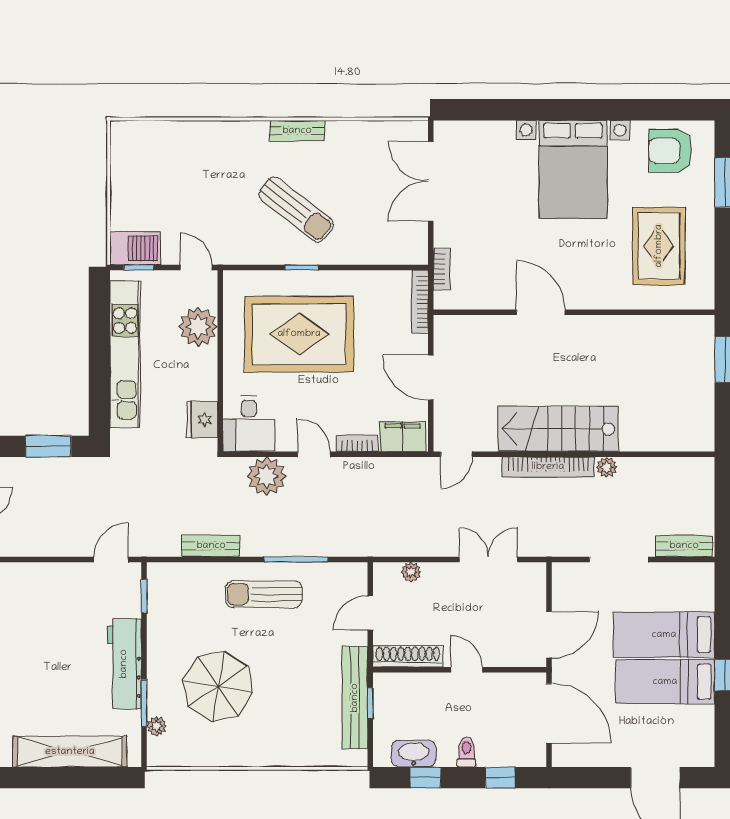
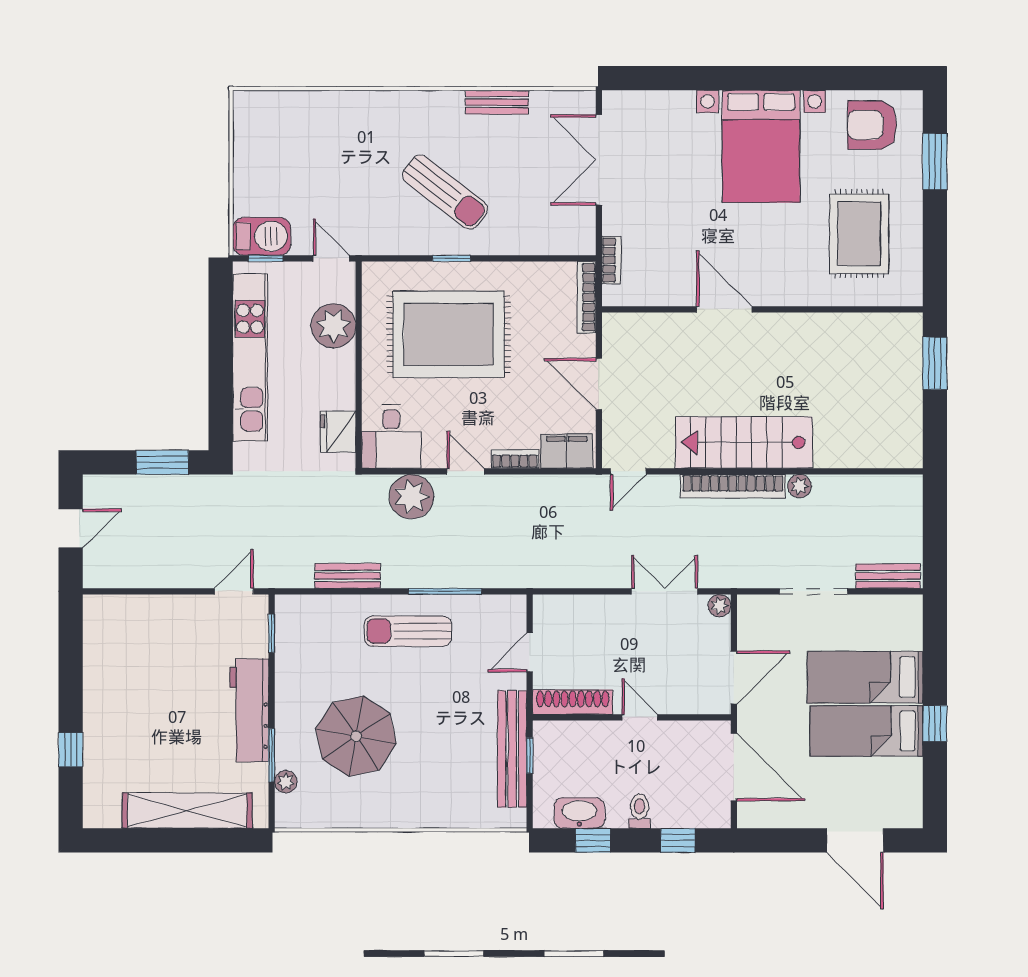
bench: (297, 131) -> (497, 102), moved
plant: (411, 572) -> (719, 606), moved

